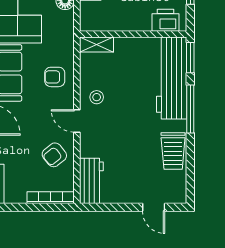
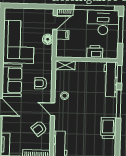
printer: (165, 20) -> (95, 52), moved
workbench: (172, 78) -> (111, 79), width x0.73, depth x0.76
trolley: (173, 151) -> (108, 128), turned 180

